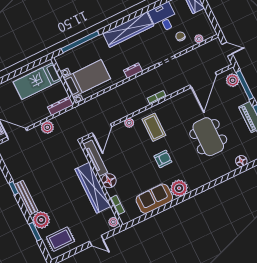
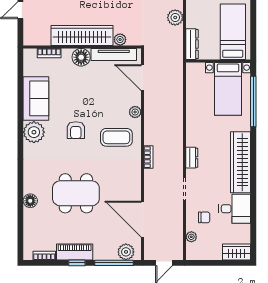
dresser: (133, 71) -> (192, 158), moved
bed with nightstands: (87, 78) -> (228, 89), moved
floor lamp: (241, 161) -> (30, 201), moved
plant: (113, 222) -> (120, 40), moved

